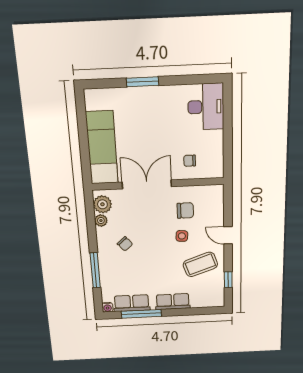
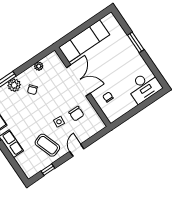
plant: (102, 204) -> (14, 85), moved

